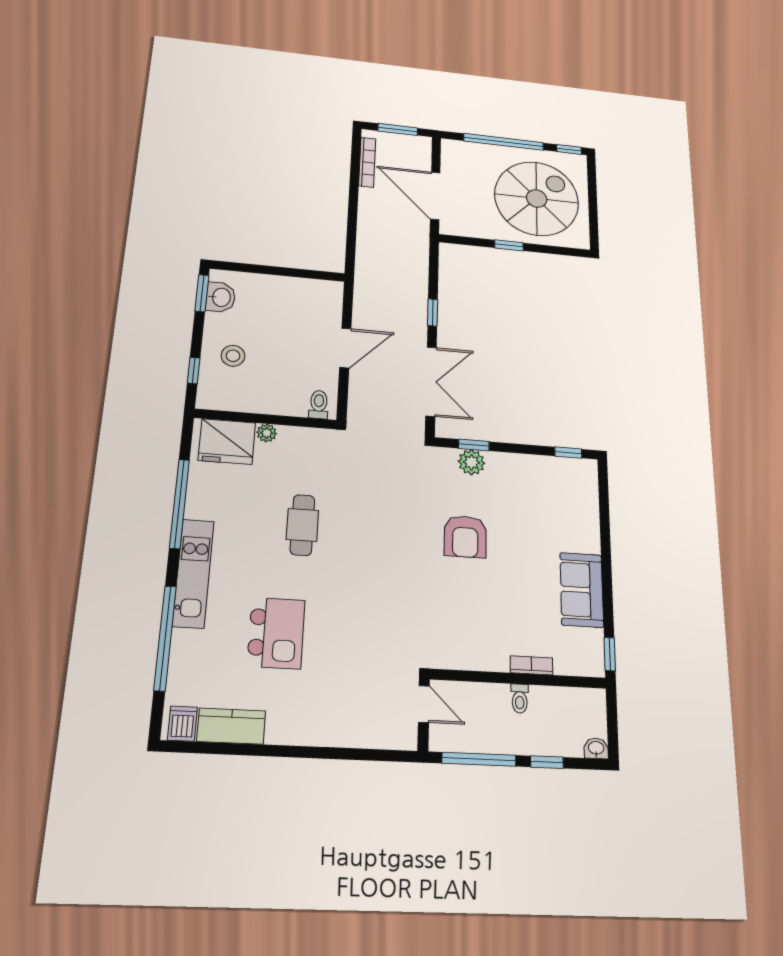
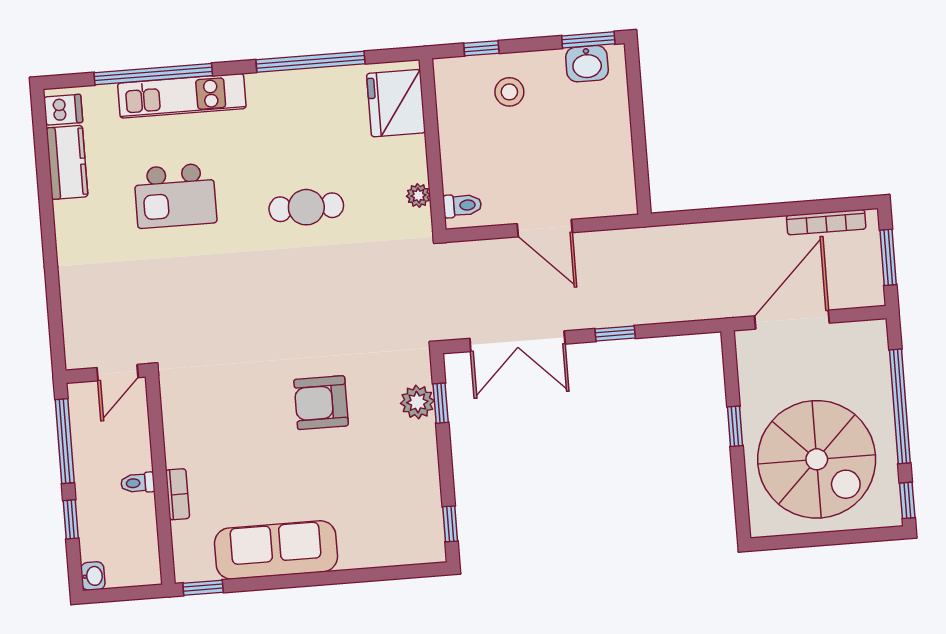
plant: (267, 433) -> (418, 196), moved
kitchen unit: (193, 573) -> (182, 96), moved
sofa: (582, 590) -> (276, 550), width x1.36

